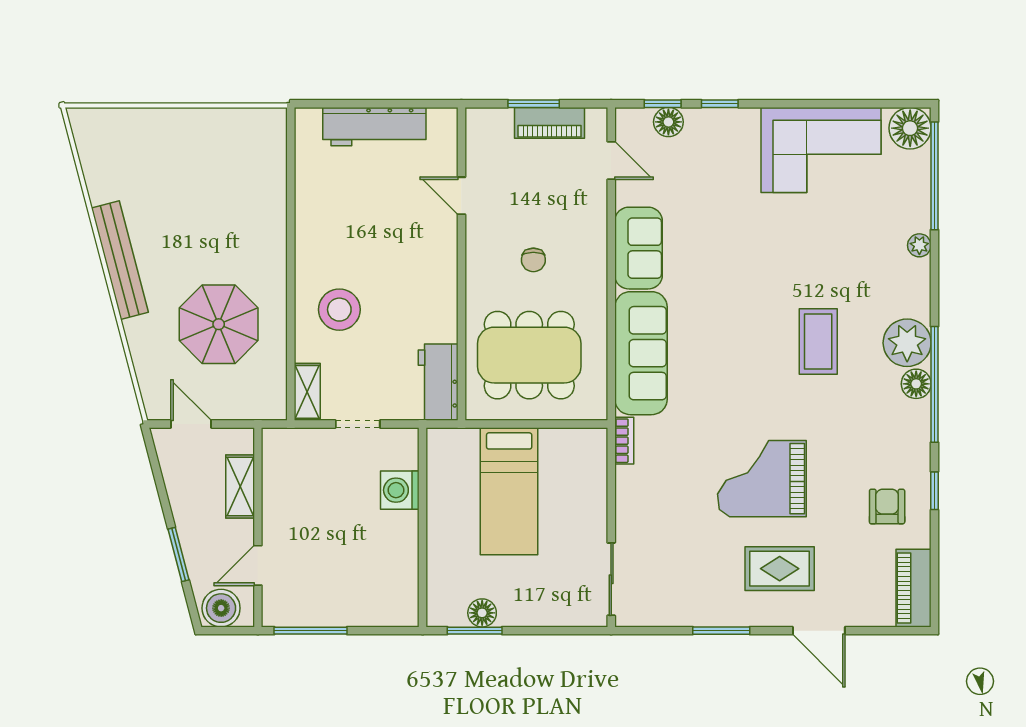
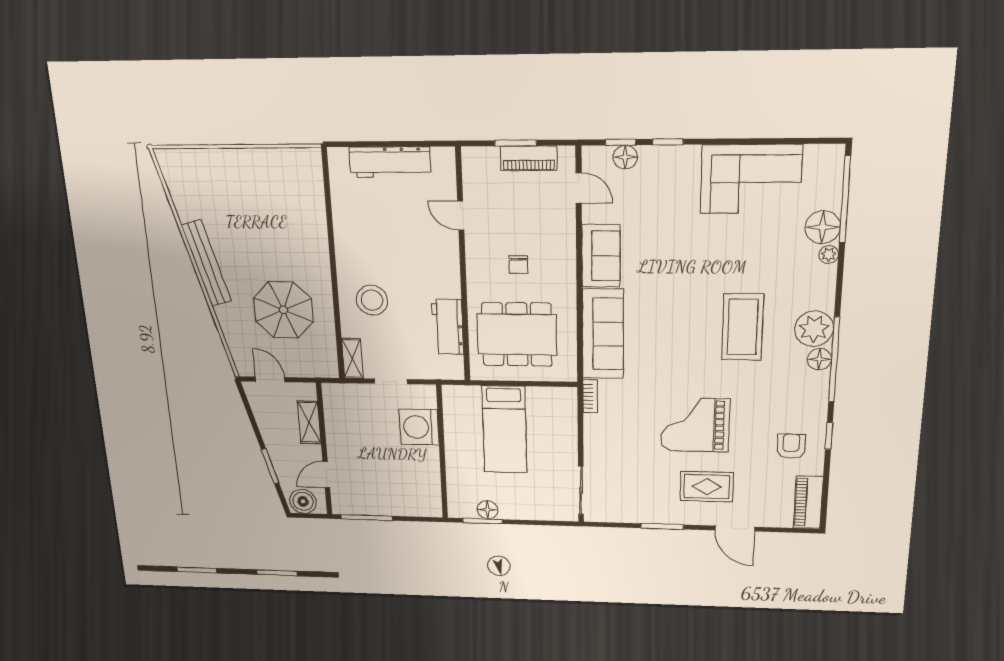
floor lamp: (910, 128) -> (823, 227), moved
coffee table: (818, 342) -> (743, 327), width x1.36, depth x1.32
workbench: (438, 382) -> (448, 327), moved
washing machine: (400, 490) -> (419, 427), width x1.37, depth x1.37

